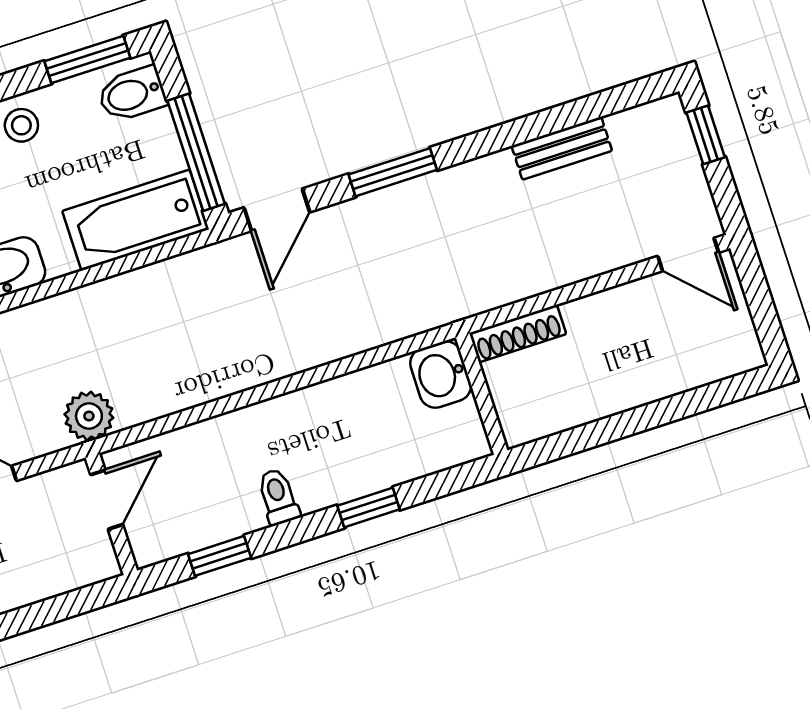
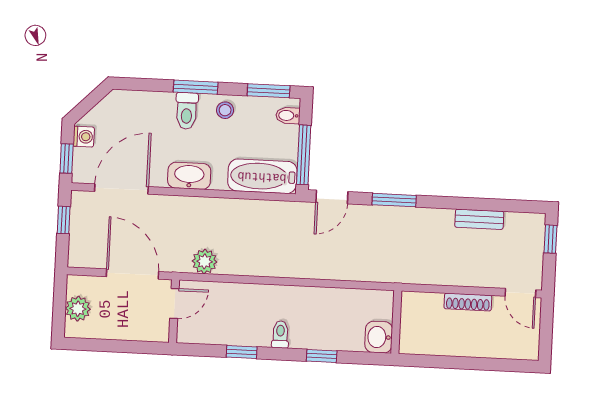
bidet: (132, 94) -> (288, 115), width x0.72, depth x0.74
shoe rack: (518, 333) -> (468, 302), moved
washbasin: (441, 375) -> (379, 337), moved
door: (107, 500) -> (174, 303), moved
wall: (111, 514) -> (174, 311), moved

